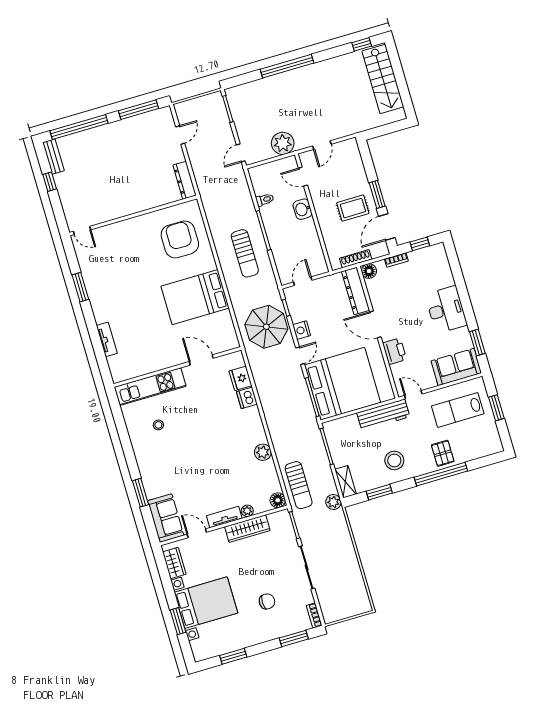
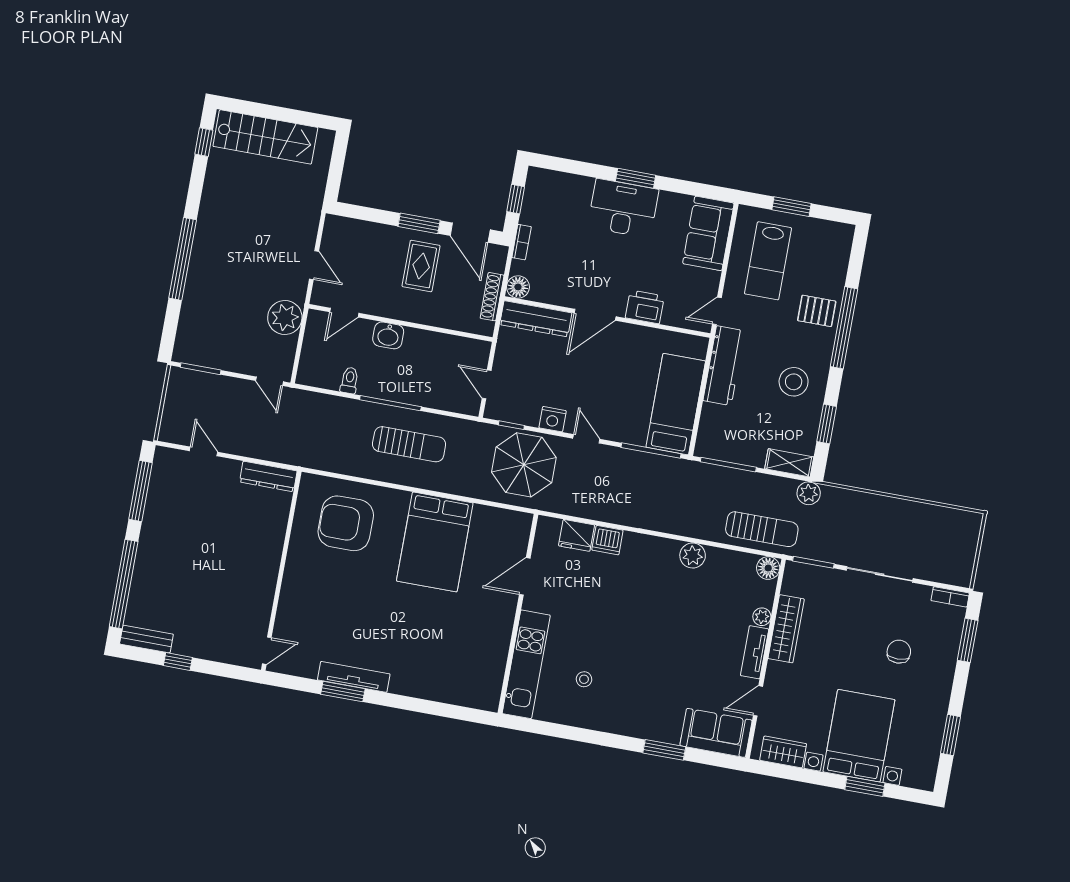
tv unit: (107, 339) -> (354, 677), moved, width x1.41
window: (477, 342) -> (636, 178), moved
bed: (342, 384) -> (676, 404), width x0.49

